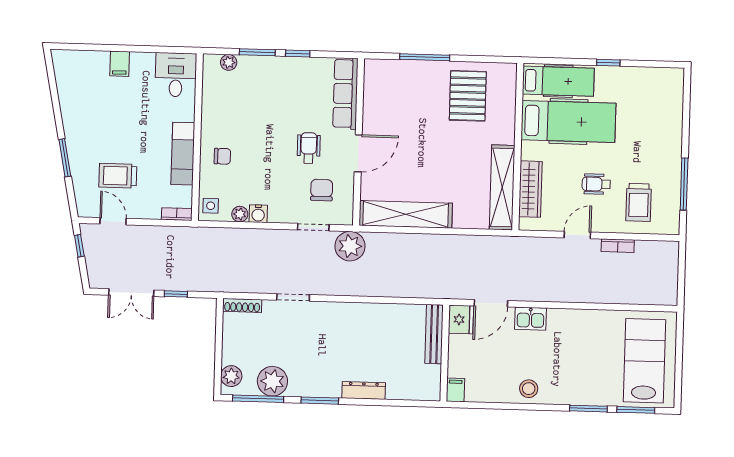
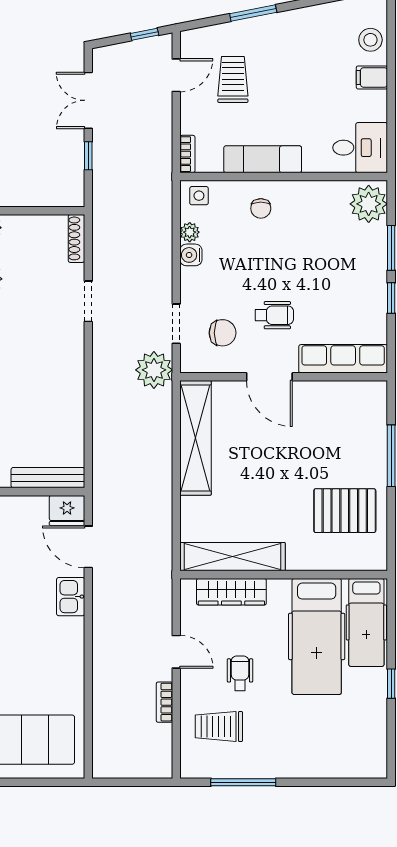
plant: (229, 62) -> (369, 204), width x1.88, depth x1.88
stool: (89, 64) -> (370, 40), added

